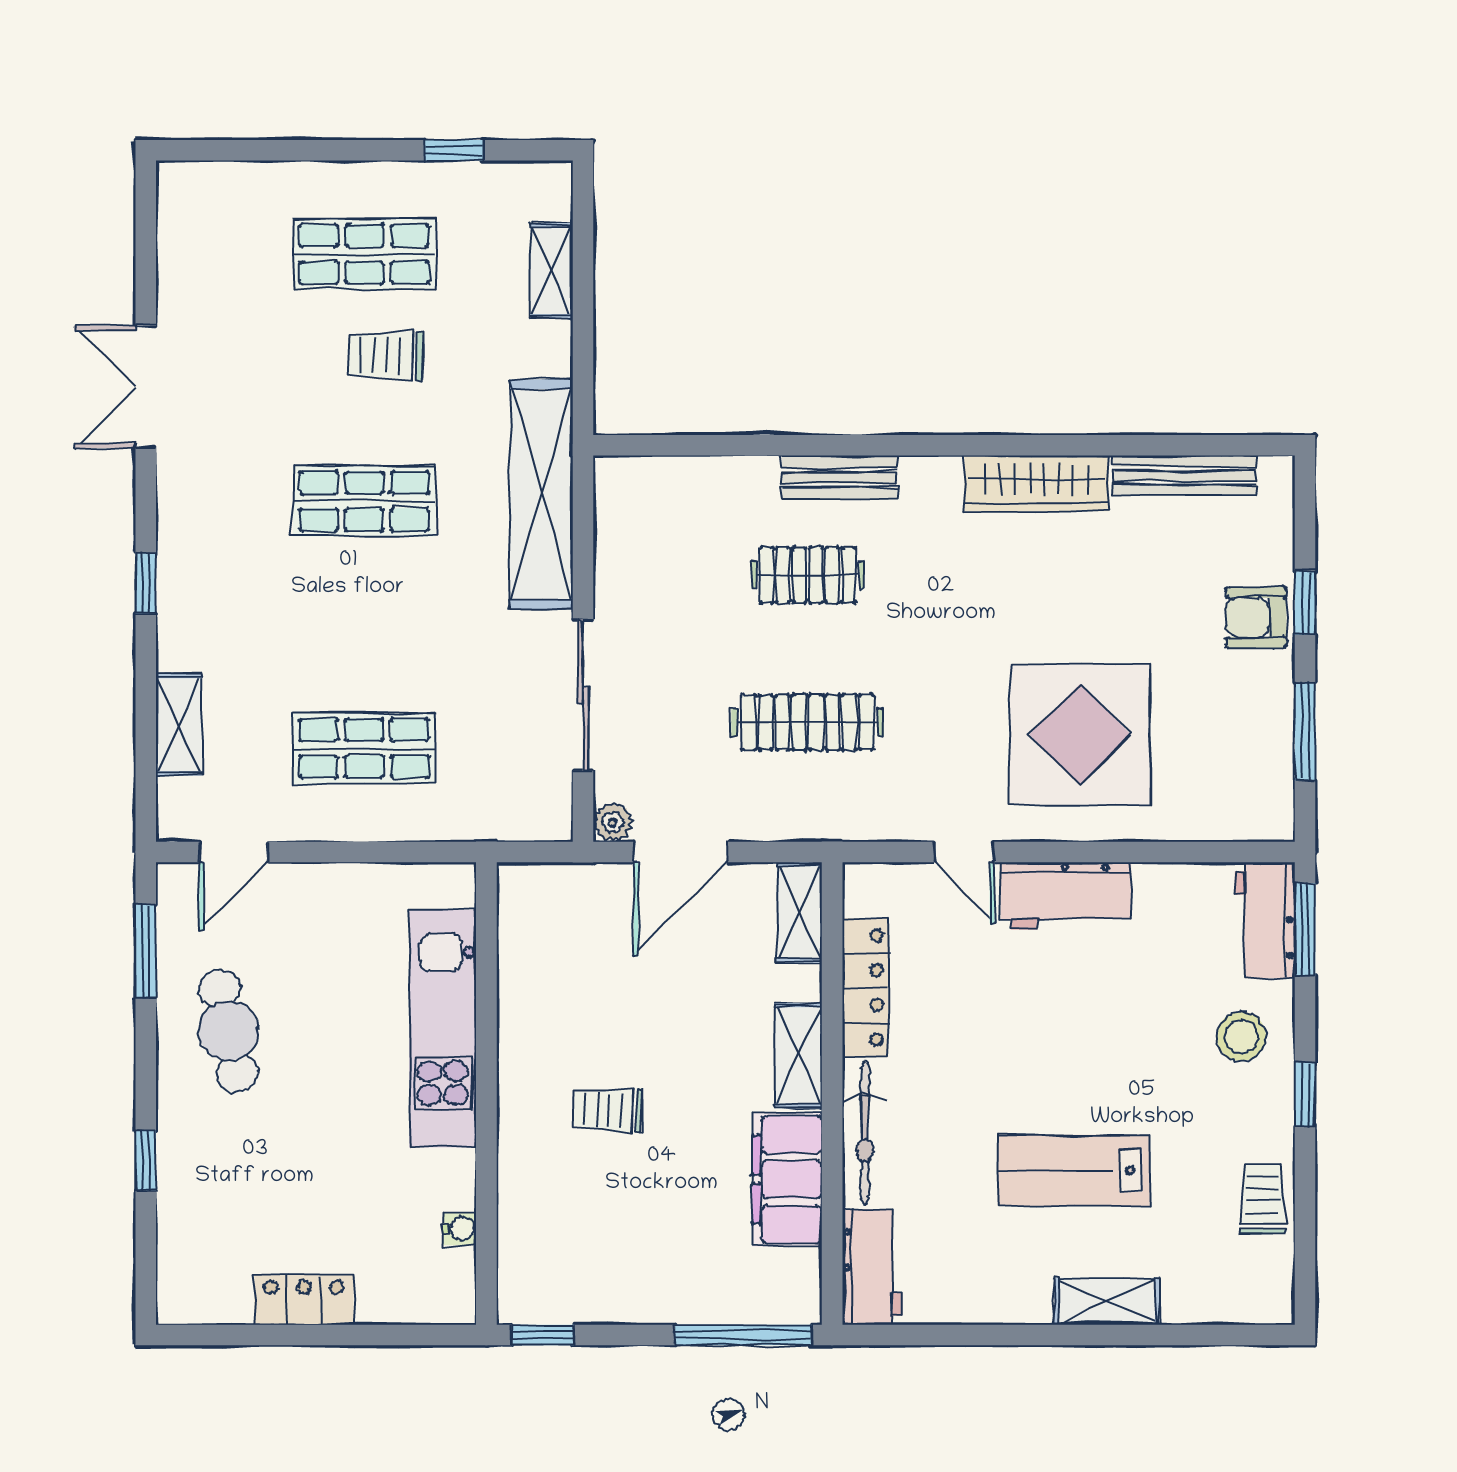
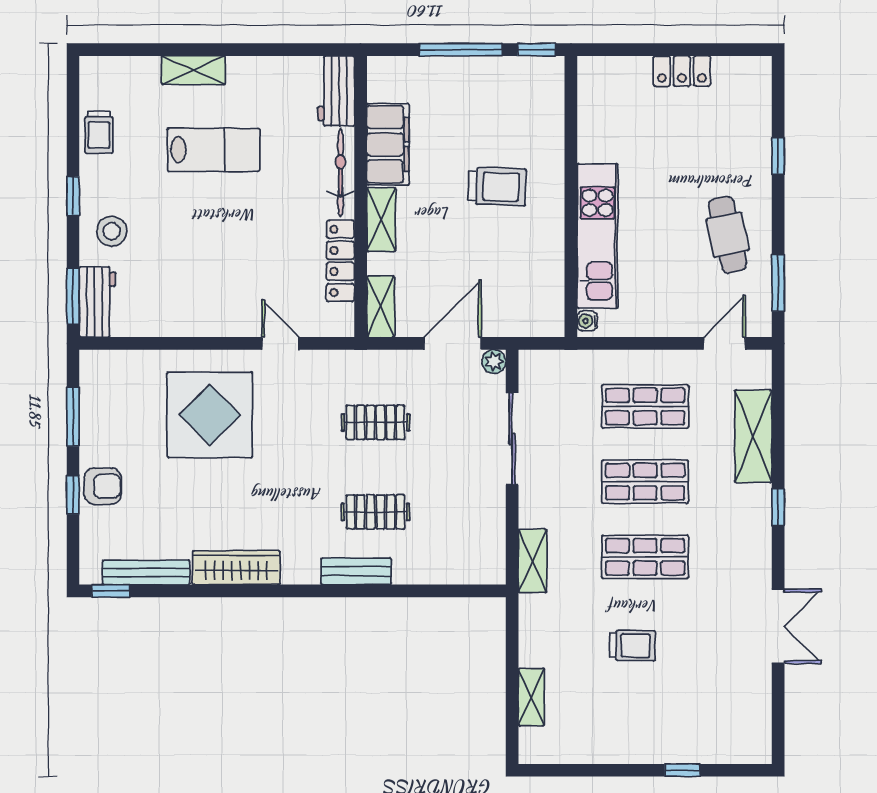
window: (454, 150) -> (682, 770), moved
shop shelf: (364, 254) -> (645, 482), moved
window: (1243, 445) -> (111, 591), added
shelving: (542, 494) -> (533, 561), width x0.45, depth x0.75
clothes rail: (808, 722) -> (375, 422), width x0.73
shelving: (179, 725) -> (753, 436), width x1.50, depth x1.33
workbench: (1066, 896) -> (218, 317), removed
trolley: (608, 1110) -> (497, 187), width x1.36, depth x1.39
water cooler: (460, 1229) -> (587, 321), moved
window: (743, 1335) -> (461, 50), moved

